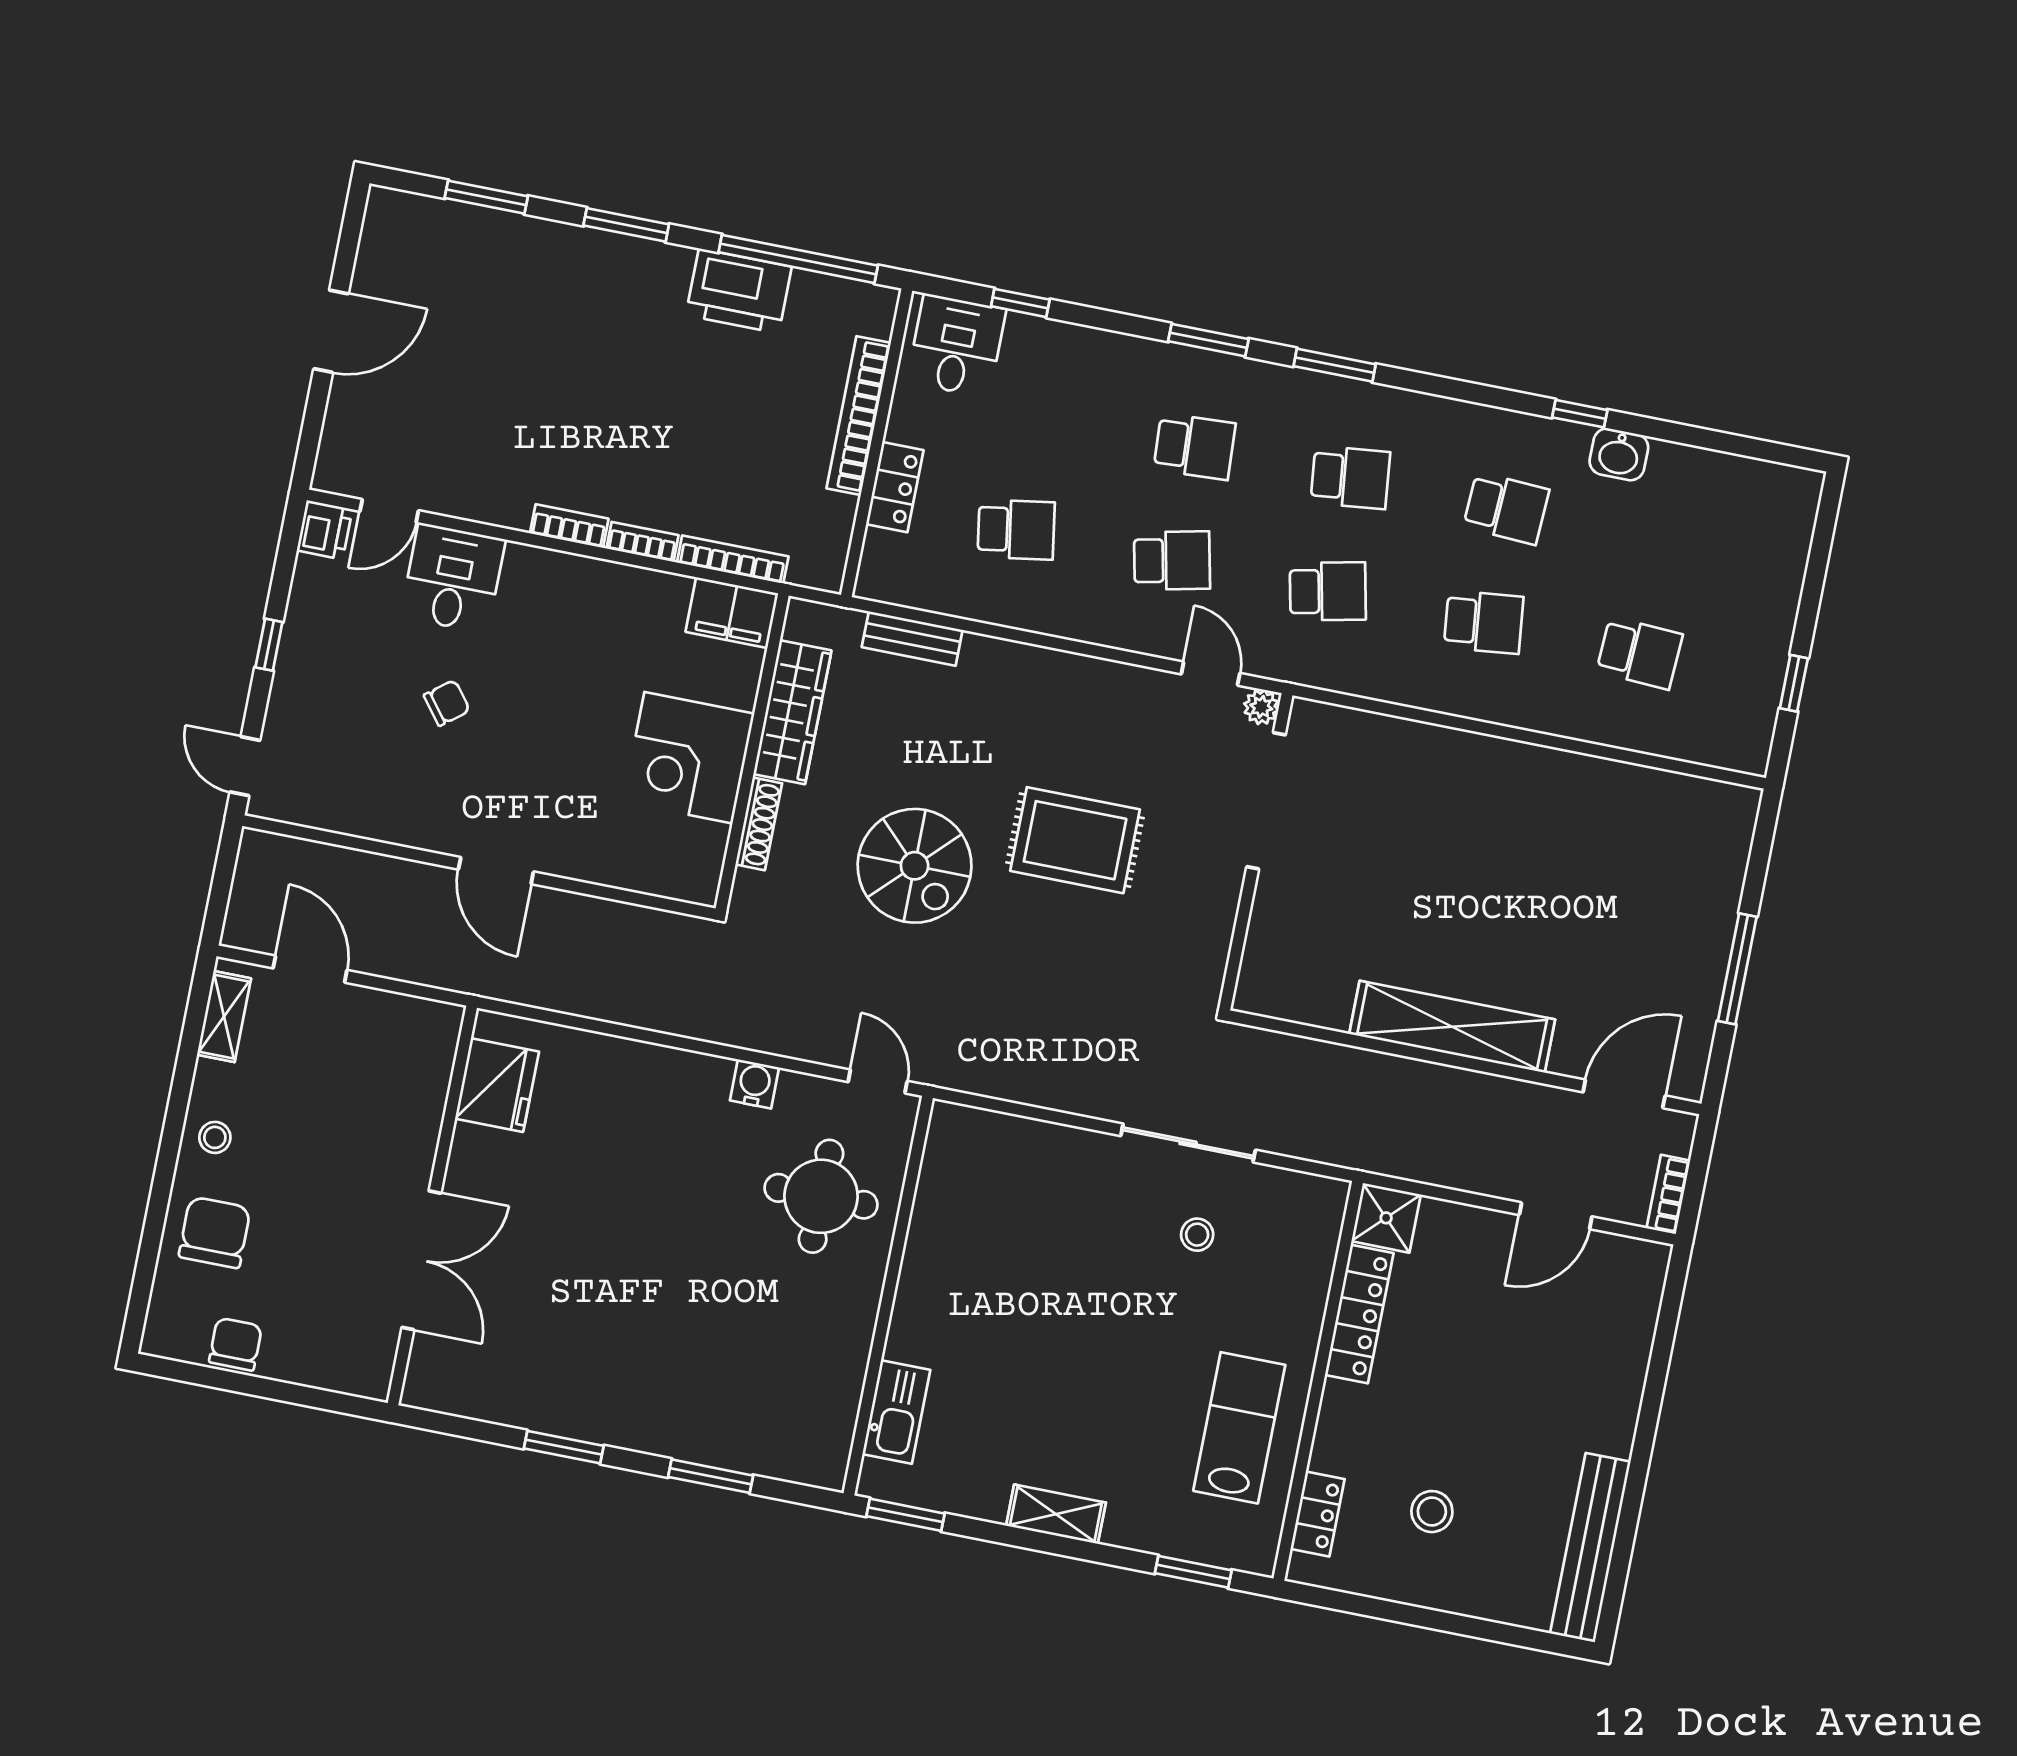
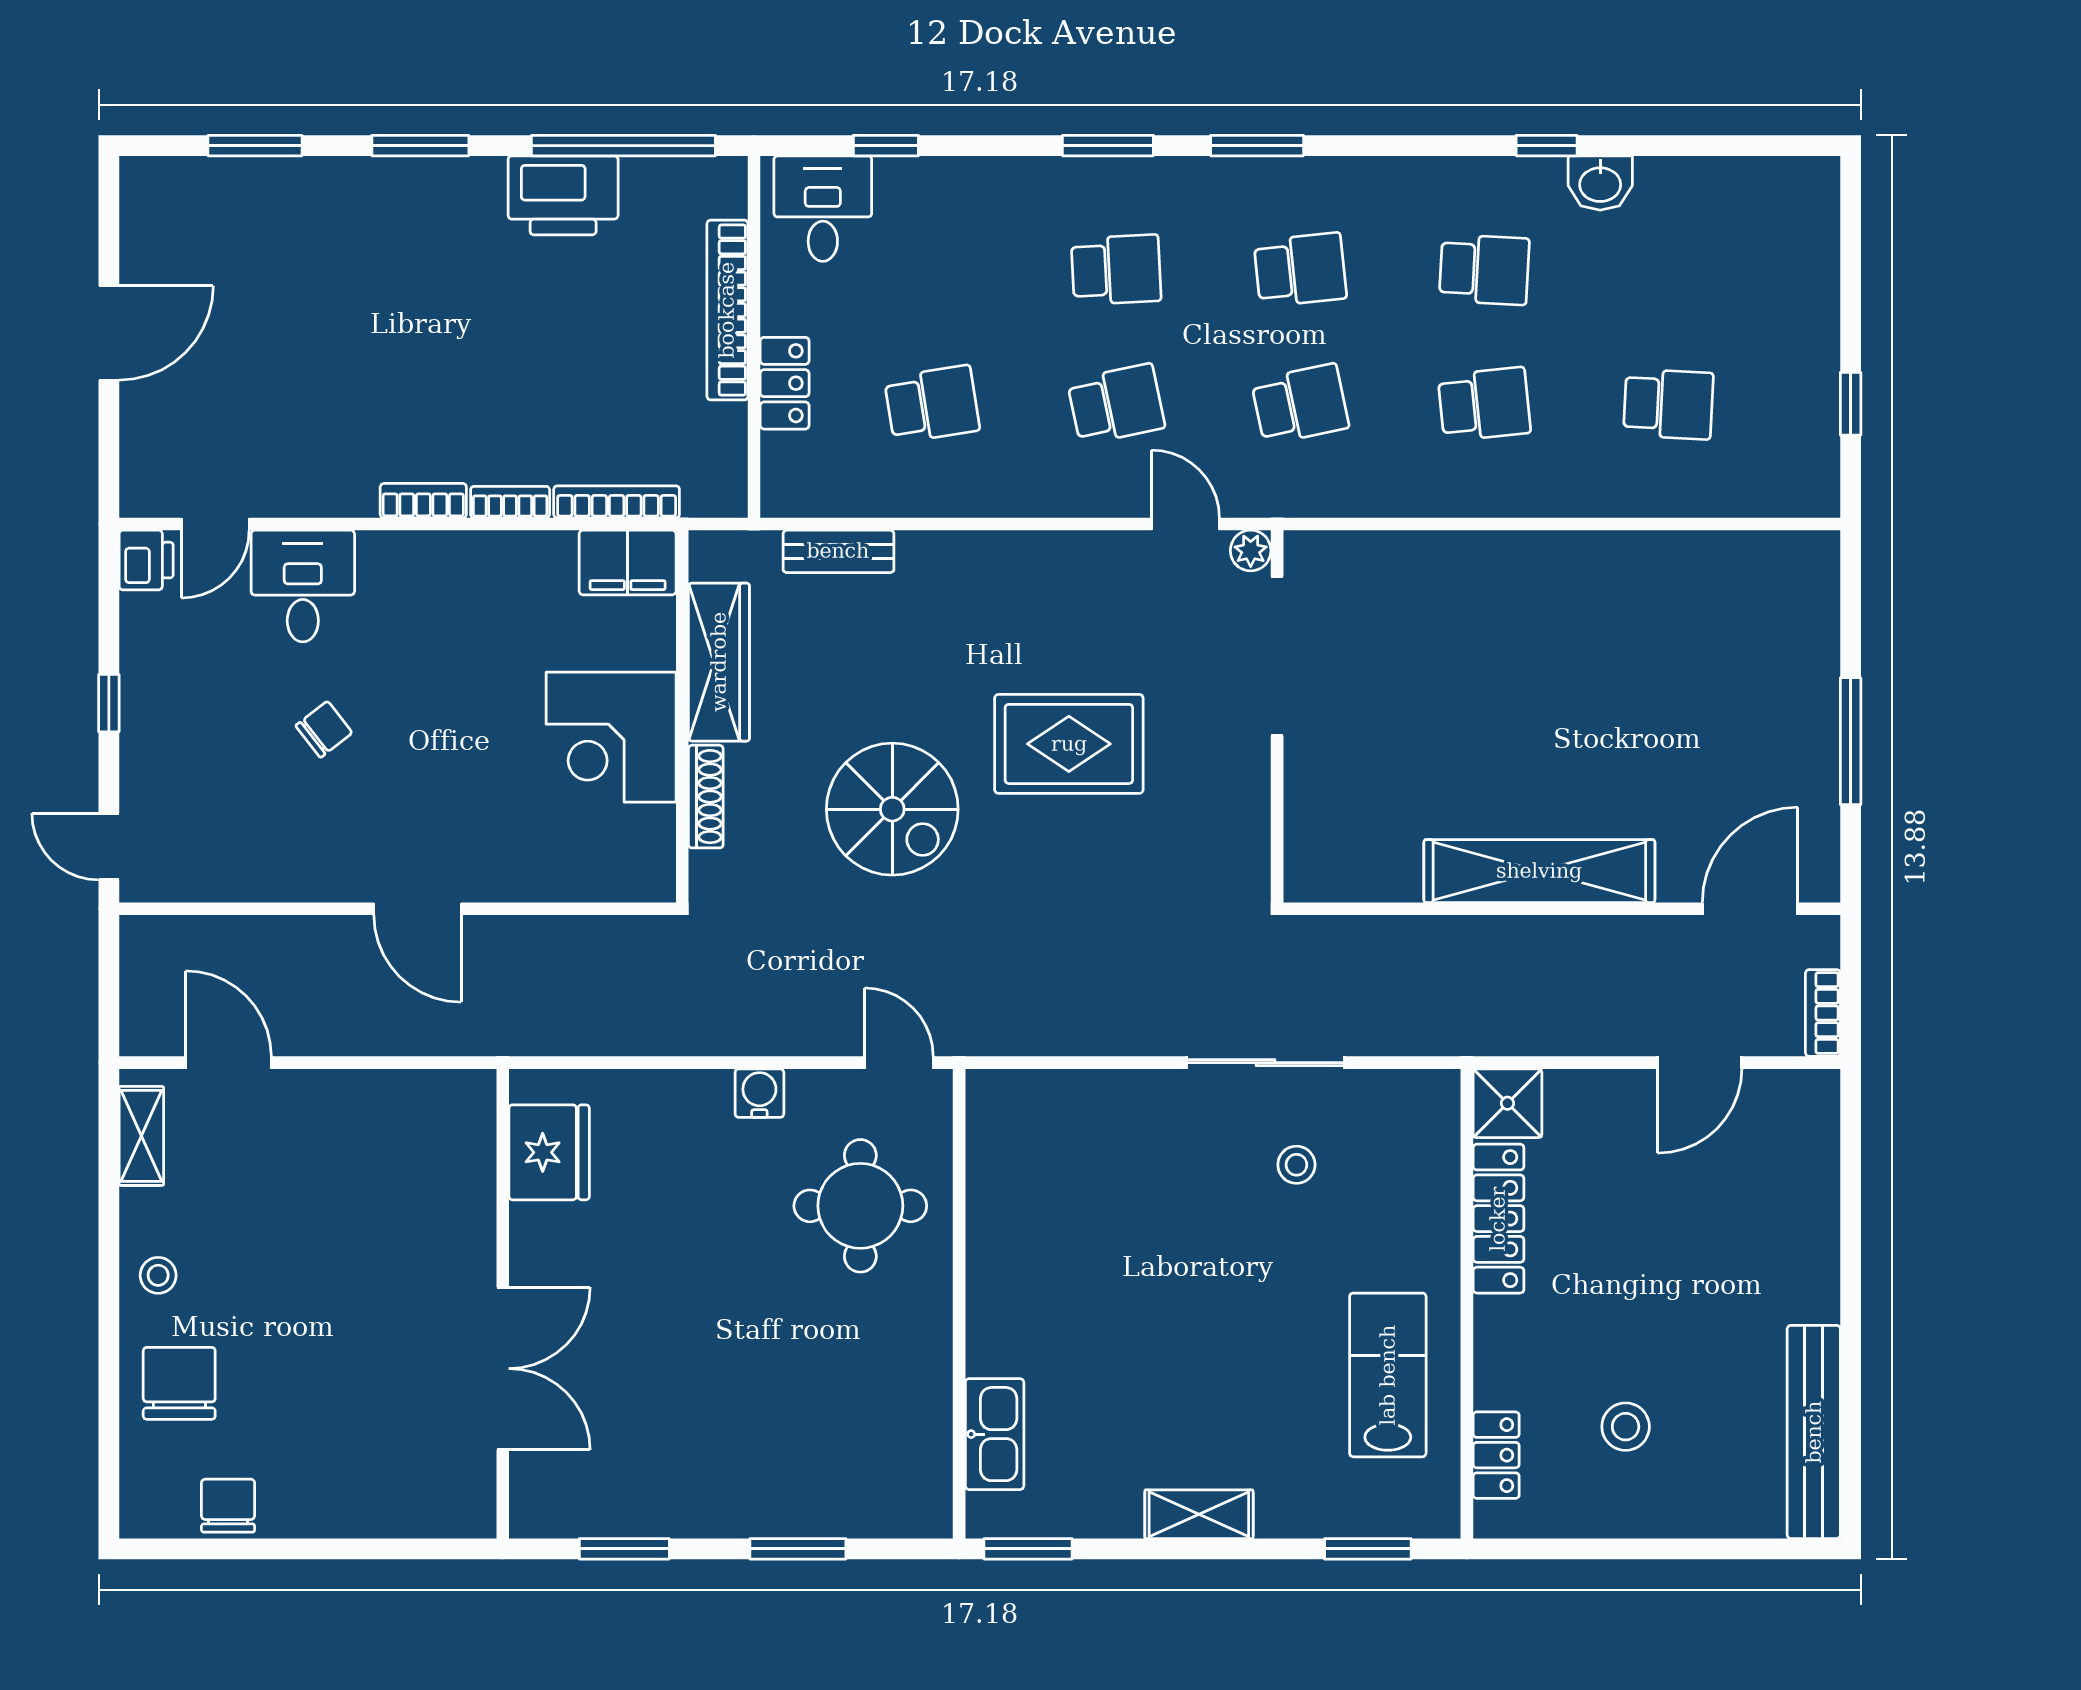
fridge: (497, 1085) -> (549, 1152), moved
wall: (432, 1205) -> (503, 1304), moved
double door: (421, 1260) -> (503, 1369), moved

